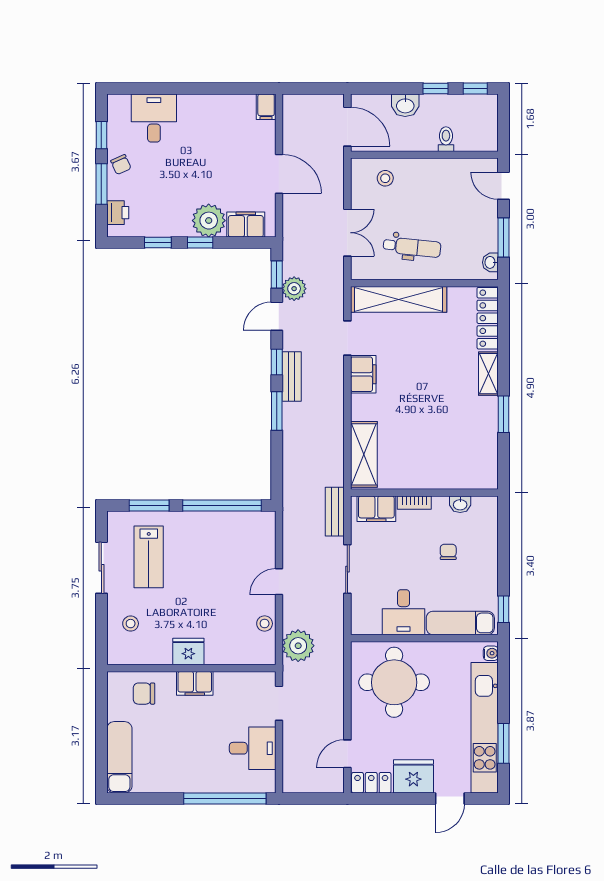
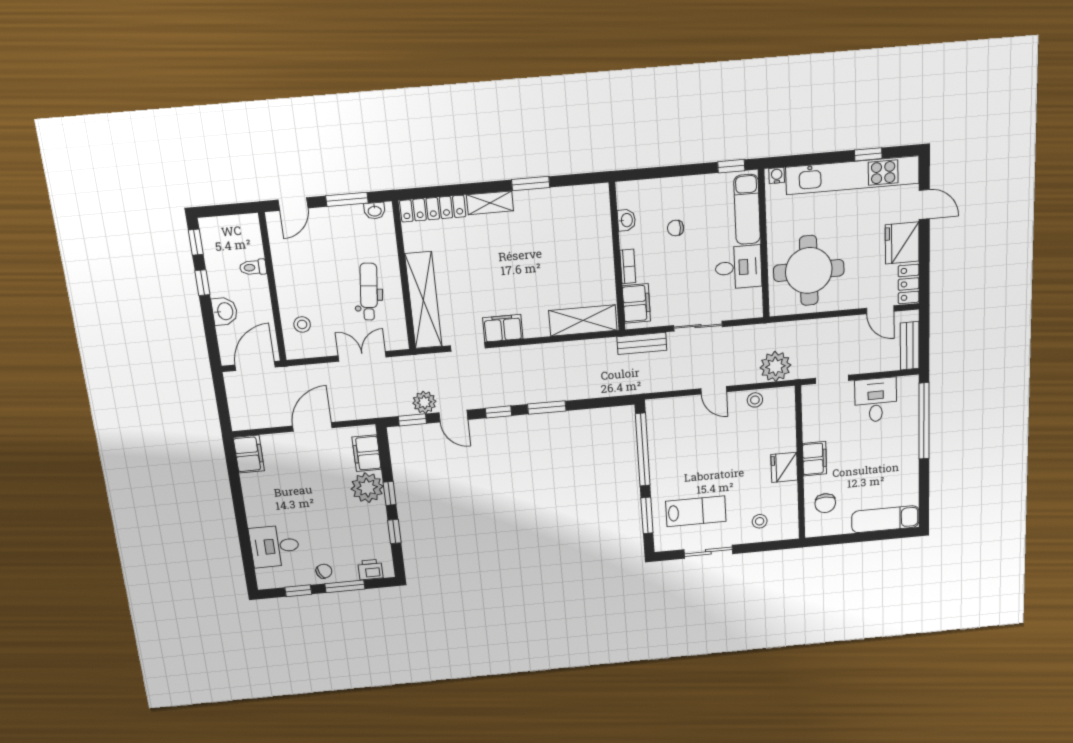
filing cabinet: (266, 107) -> (249, 454), width x2.00
bench: (292, 376) -> (910, 346), moved, turned 90
window: (504, 743) -> (868, 154), width x0.67

